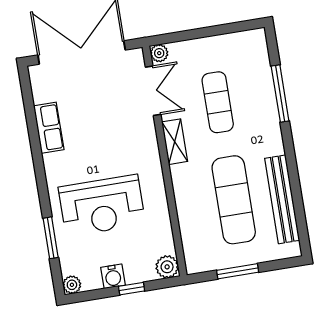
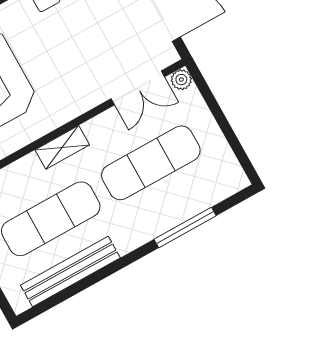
exercise mat: (218, 102) -> (151, 163), width x1.36, depth x1.45
shelving: (175, 142) -> (62, 147), moved

